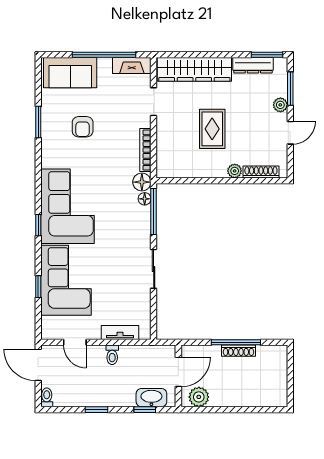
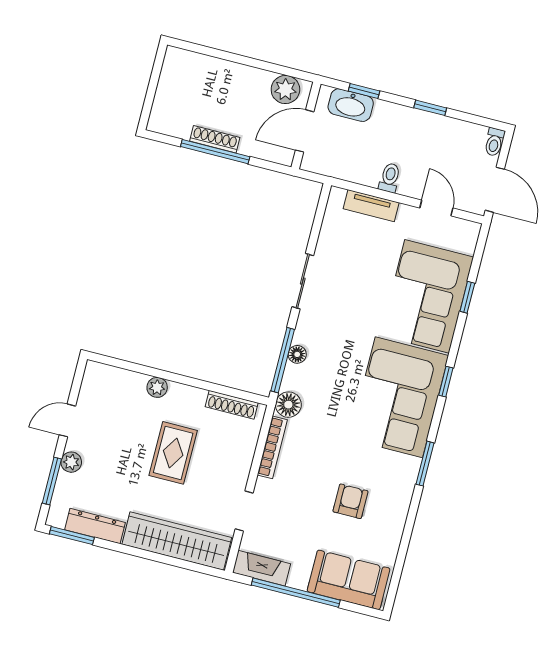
window: (38, 122) -> (425, 464), moved
shoe rack: (261, 172) -> (232, 405), moved
floor lamp: (145, 199) -> (297, 354), moved

